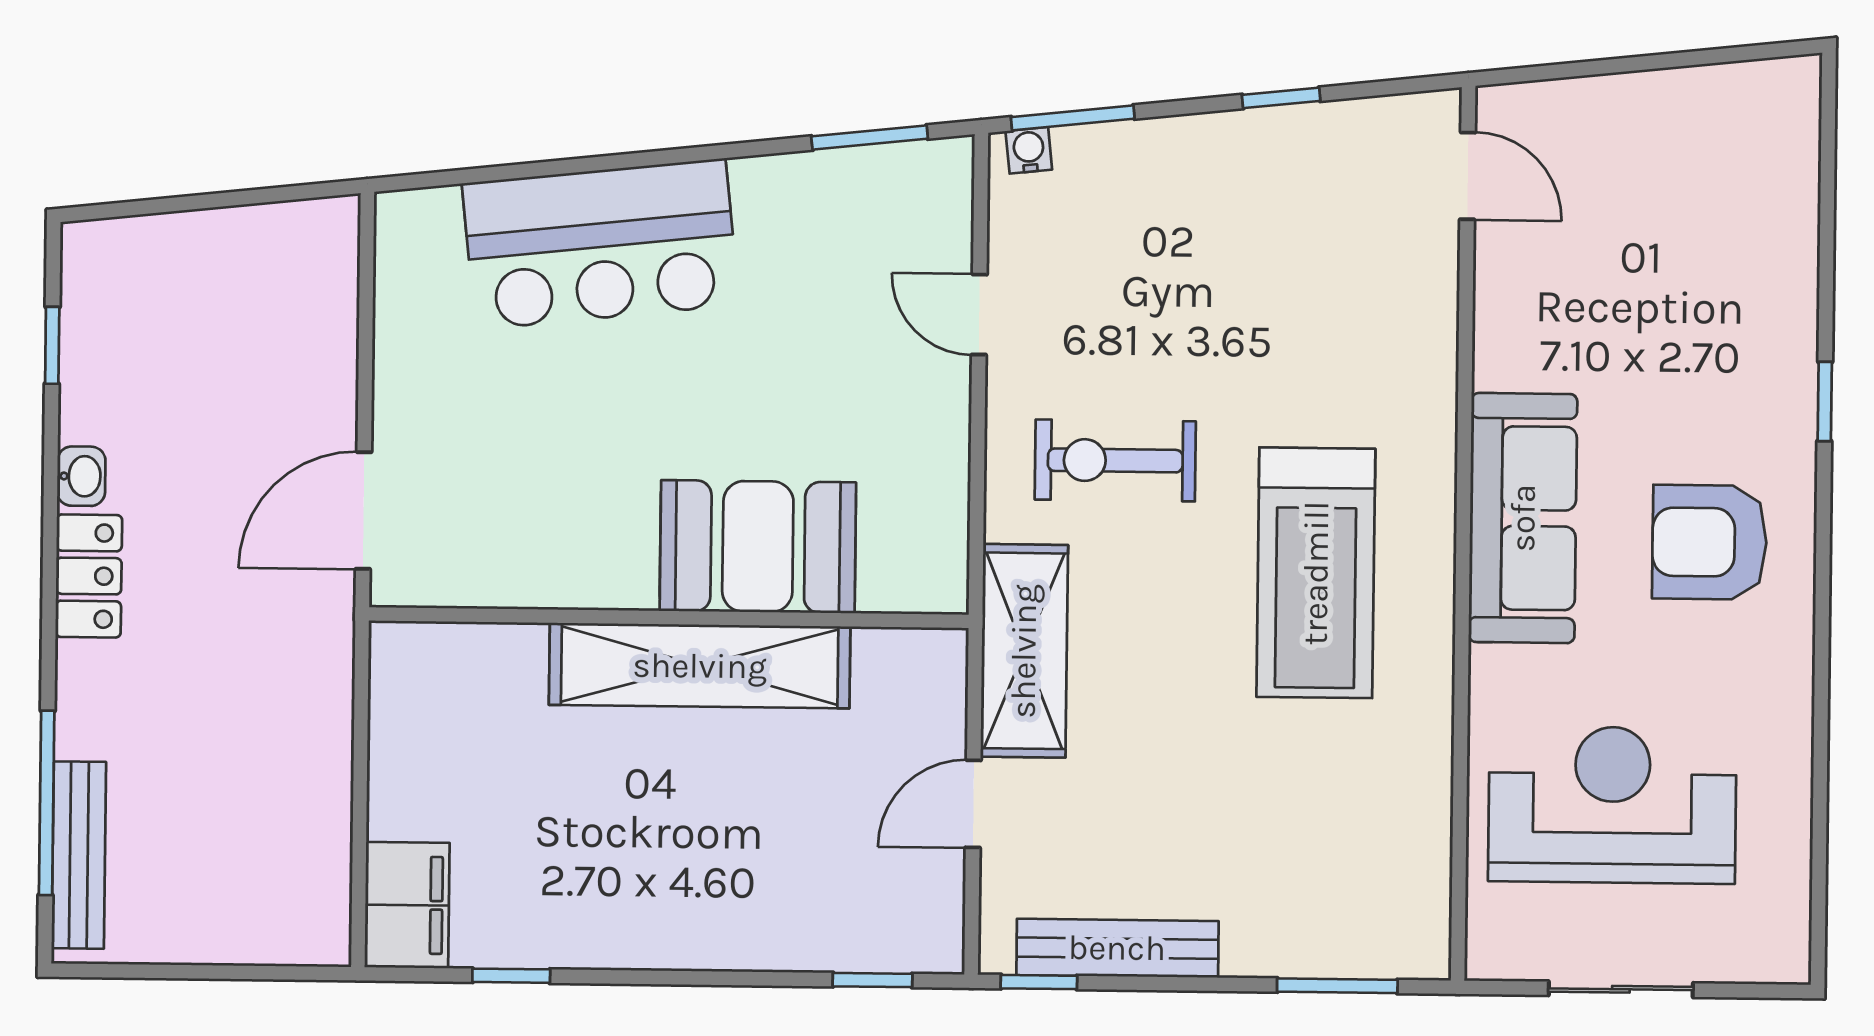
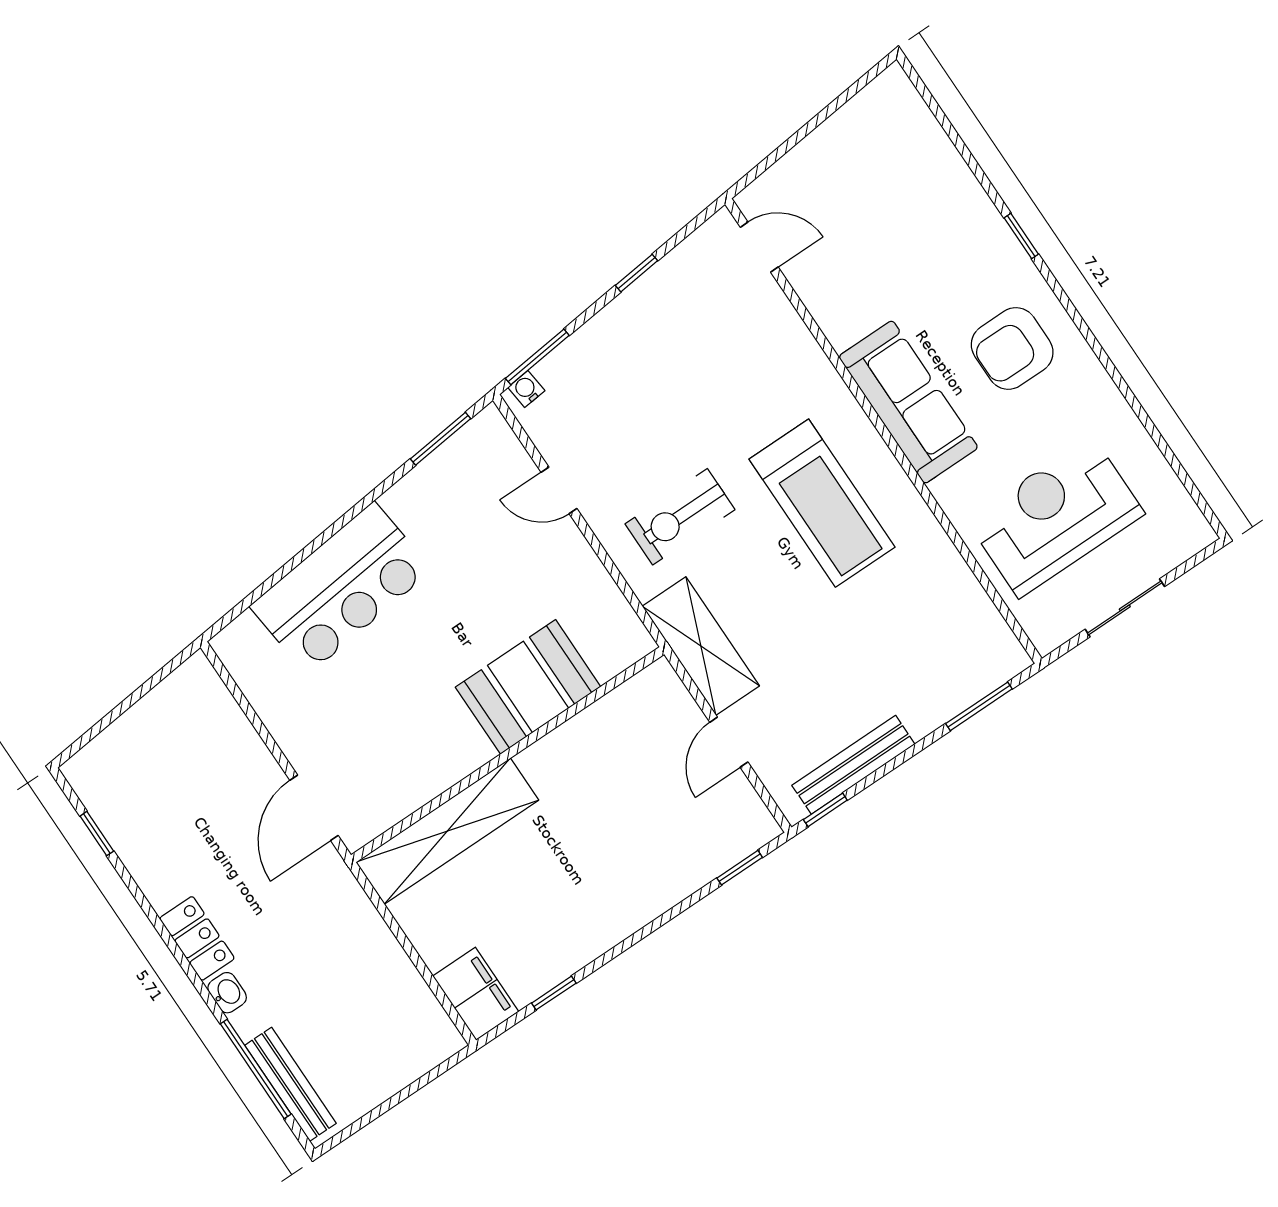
washbasin: (81, 476) -> (227, 993), moved
shelving: (700, 666) -> (447, 831), moved

